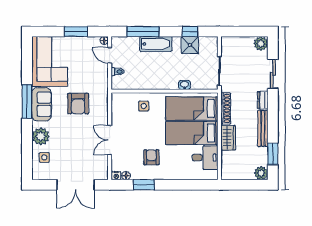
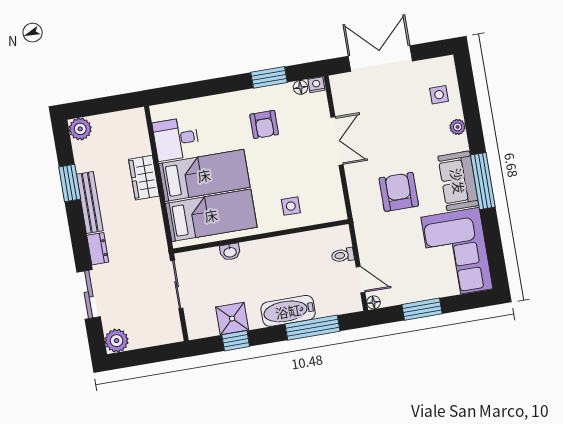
shoe rack: (226, 108) -> (156, 225), removed
plant: (41, 136) -> (458, 127), width x0.53, depth x0.53
window: (273, 154) -> (70, 183), moved

